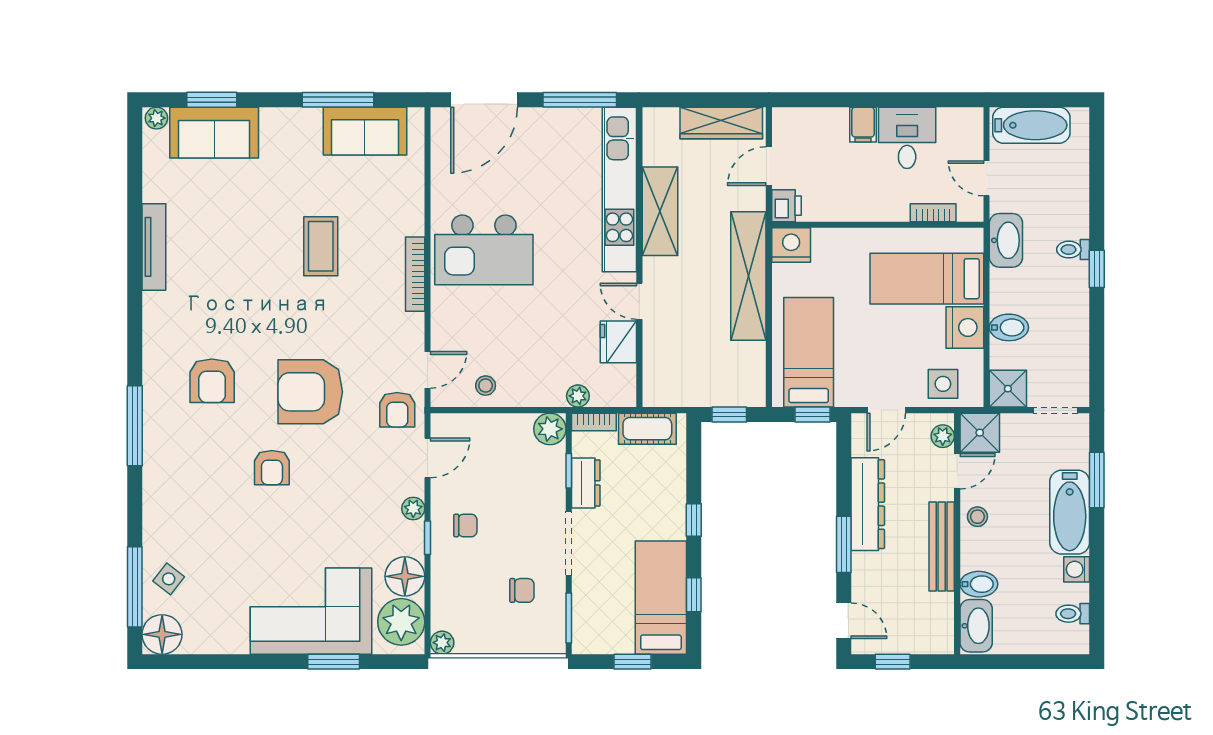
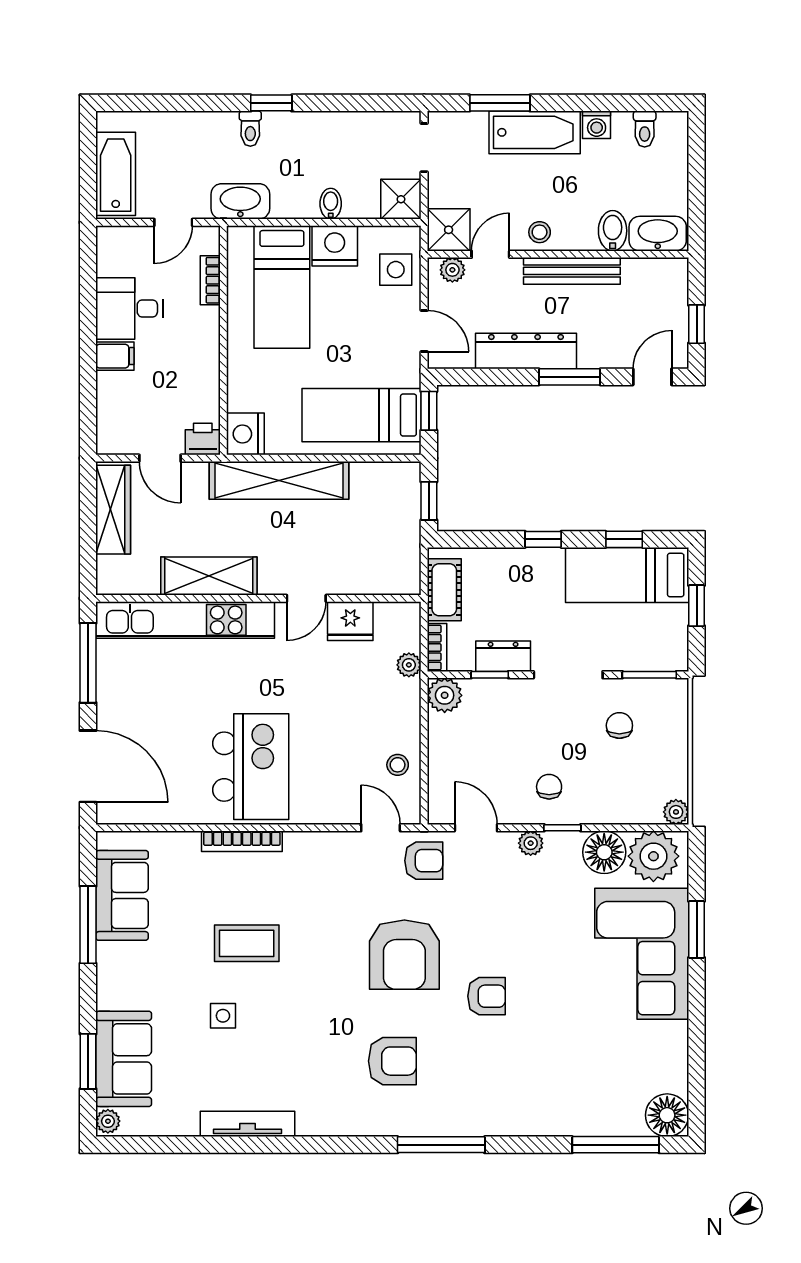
bookcase: (415, 274) -> (242, 841), moved
bidet: (1009, 327) -> (331, 204), width x0.72, depth x0.74
door: (957, 471) -> (490, 254), hinge flipped
side table: (169, 579) -> (223, 1016), moved, turned -38

